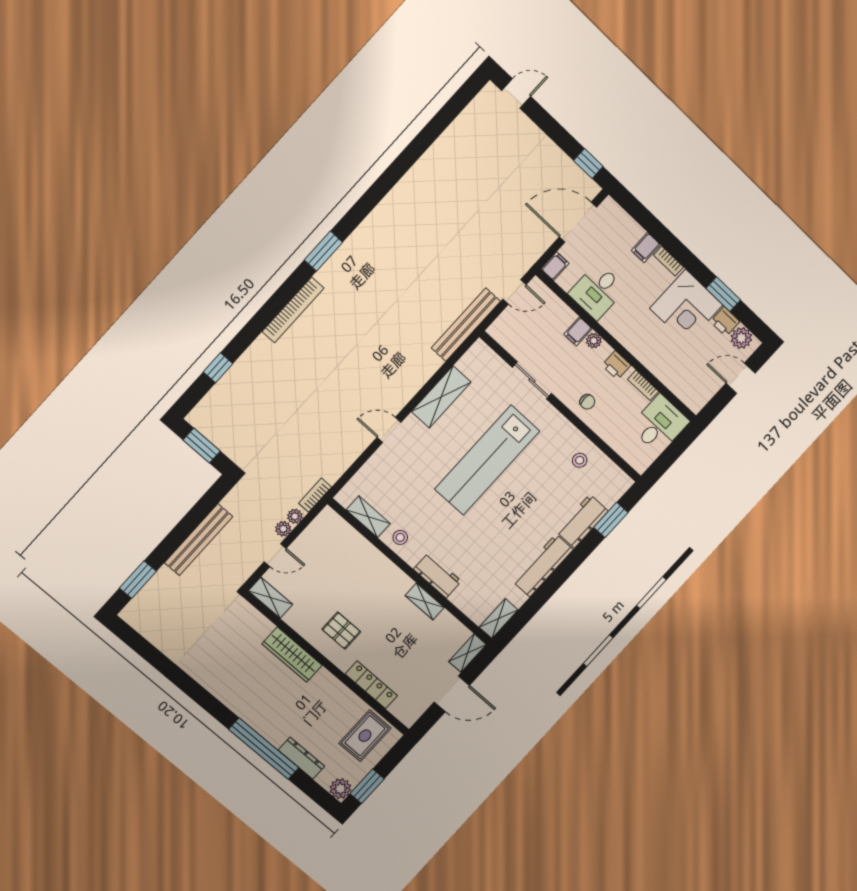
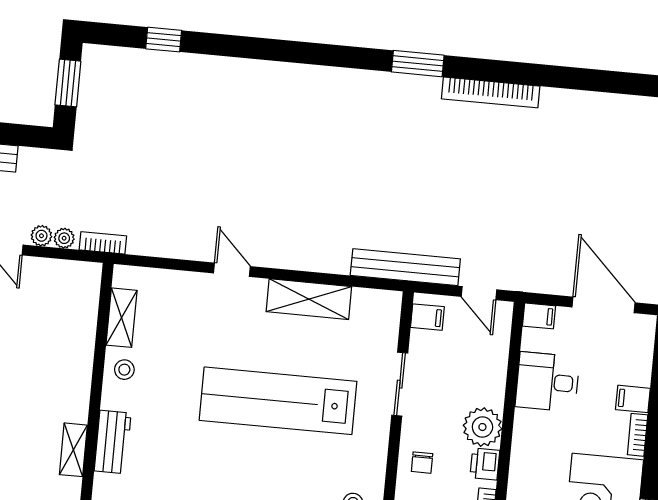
window: (323, 251) -> (418, 64), moved
bookcase: (293, 310) -> (491, 92), moved
filing cabinet: (578, 331) -> (427, 317), moved, turned 180
plant: (594, 341) -> (482, 427), width x1.88, depth x1.88

